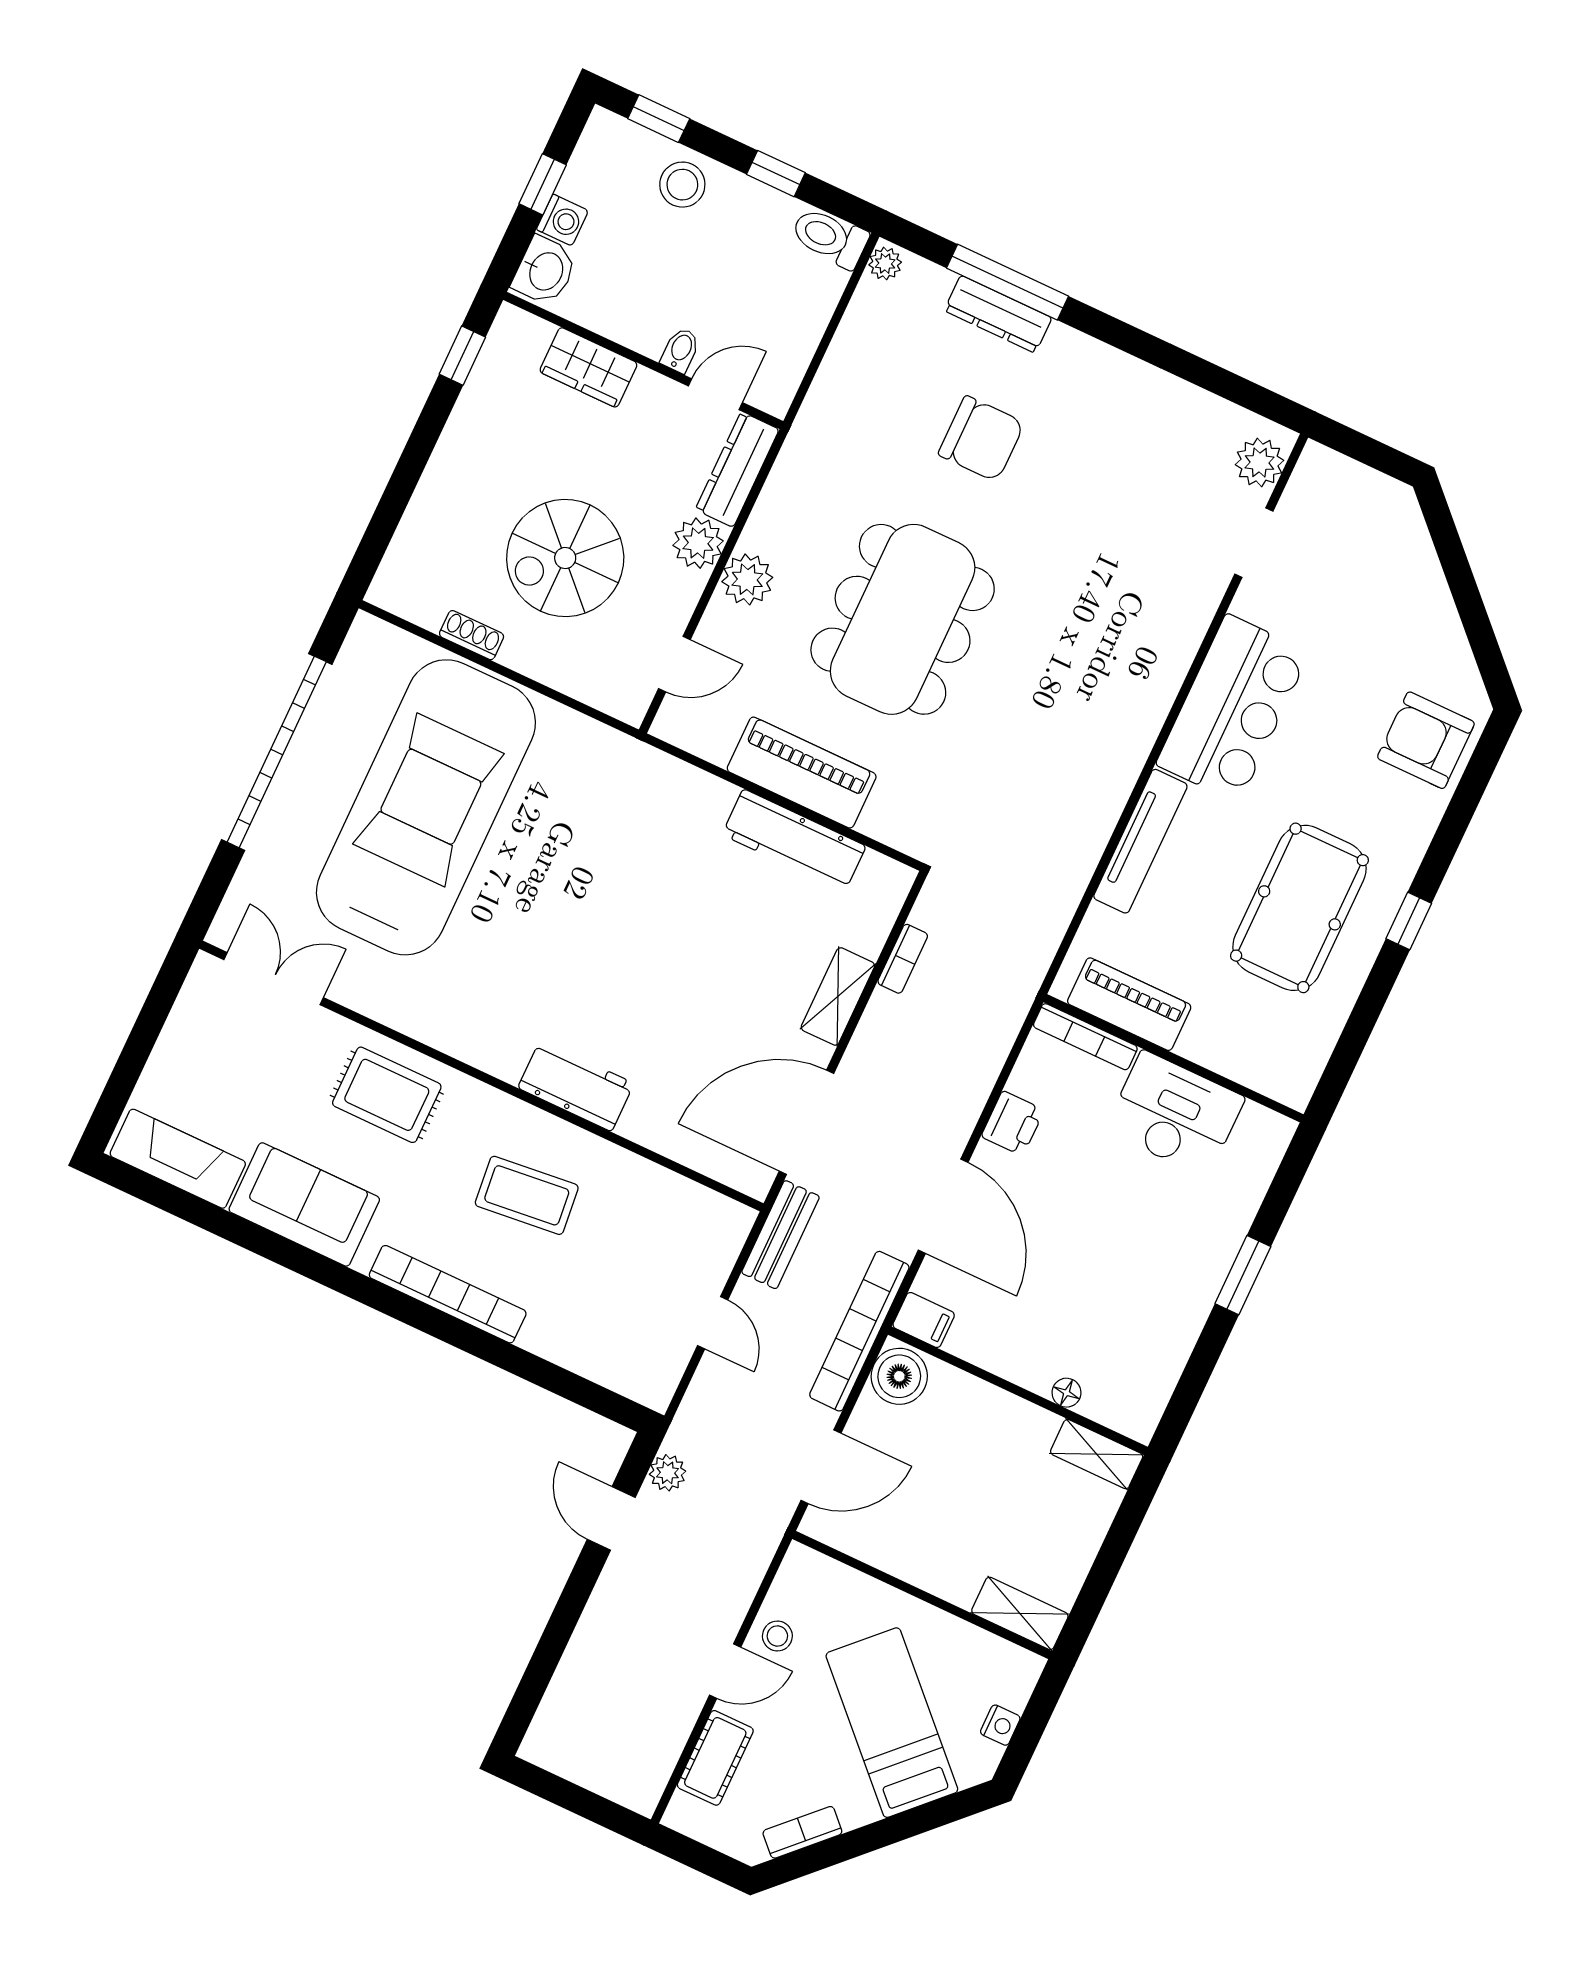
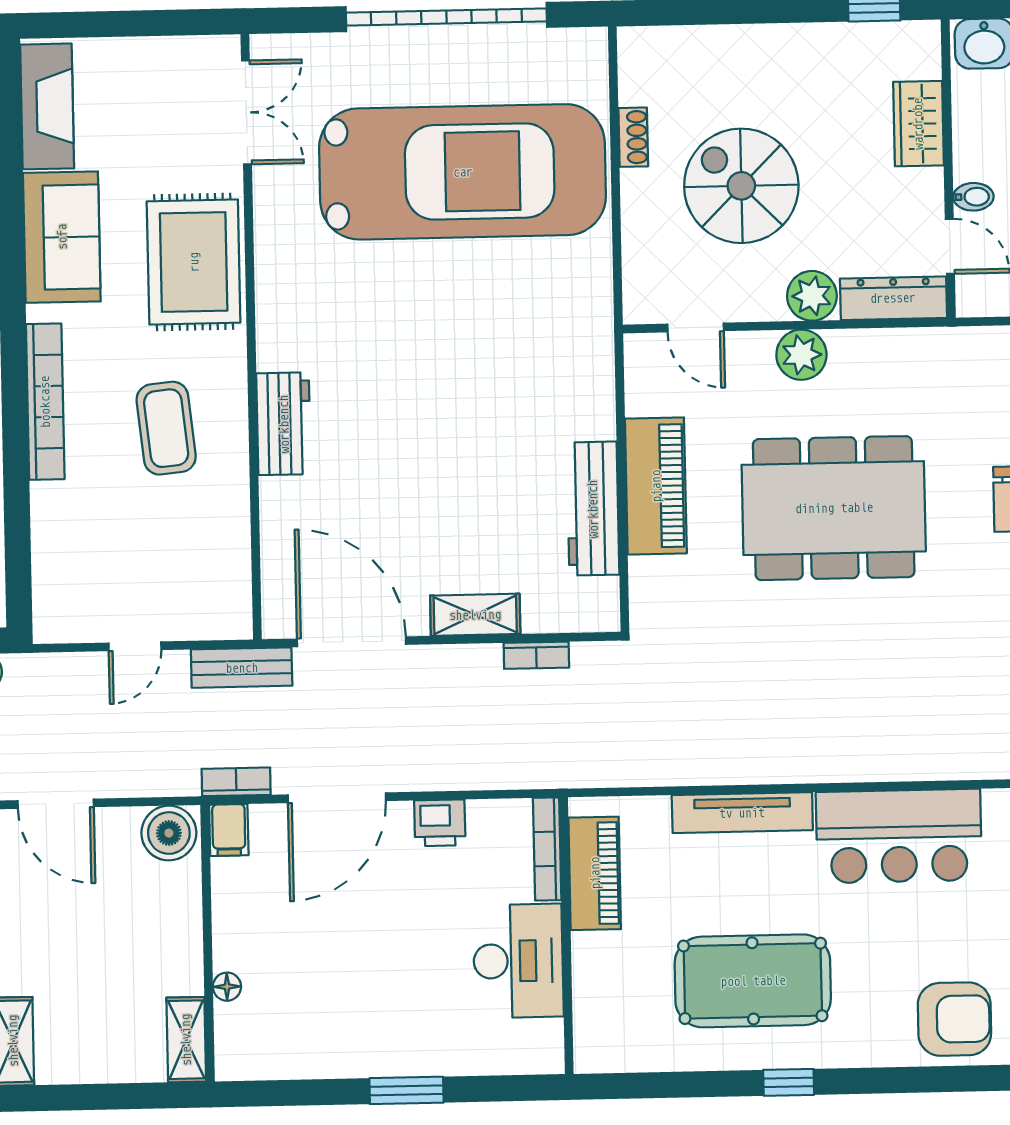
armchair: (1426, 740) -> (954, 1019), turned 90
rug: (387, 1095) -> (194, 262), width x1.36, depth x1.43
bookcase: (859, 1331) -> (236, 782), width x0.43, depth x0.76

